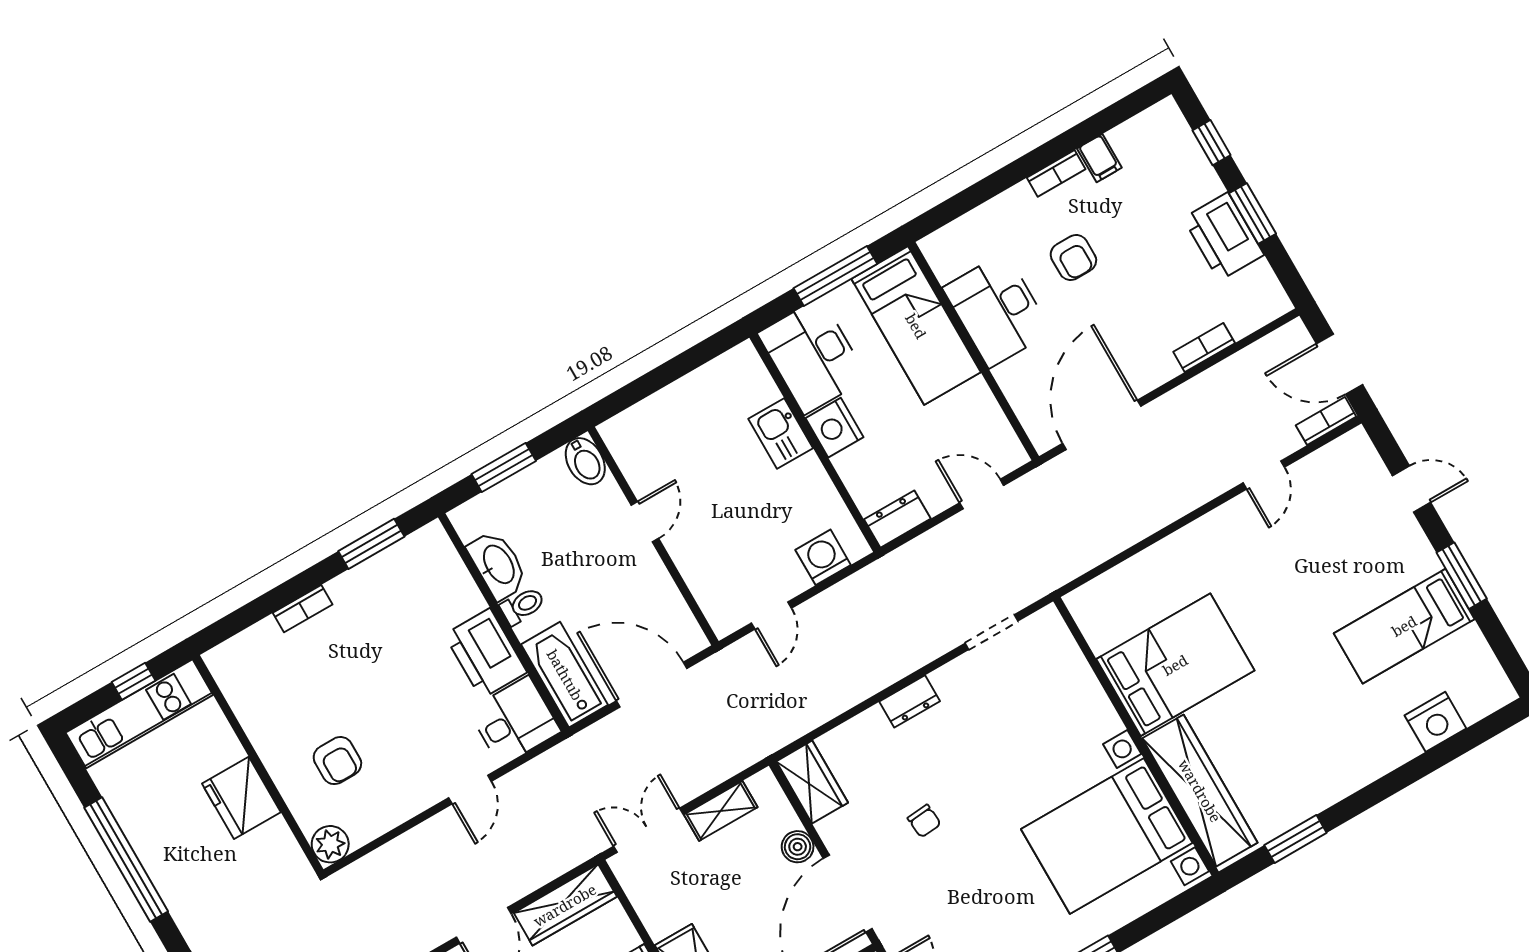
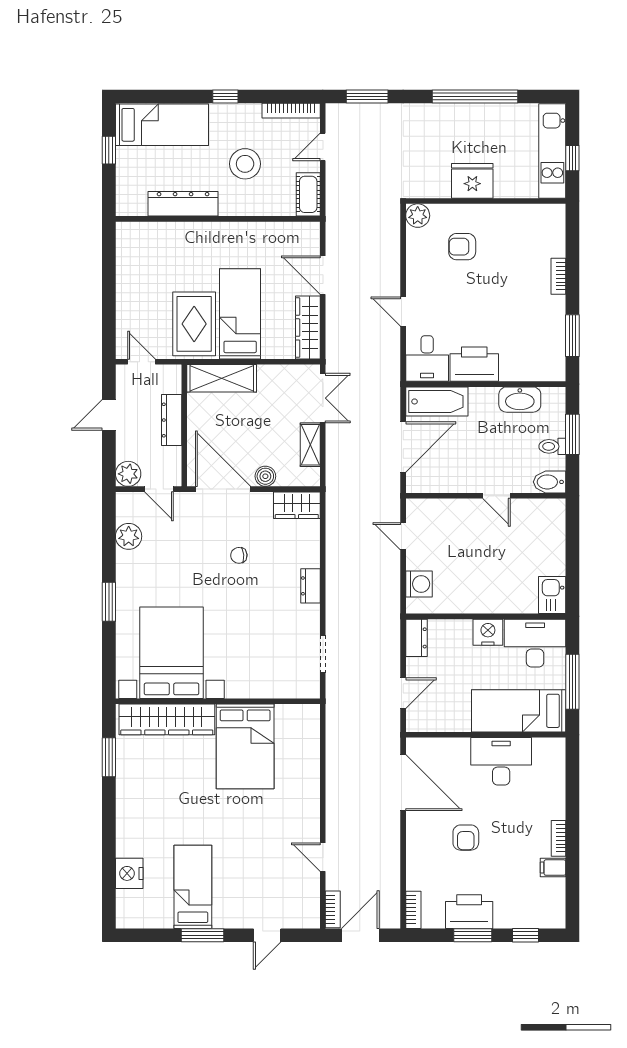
armchair: (1073, 258) -> (466, 838), moved, turned -90
bookcase: (1204, 347) -> (413, 910), moved
kitchen sink: (781, 434) -> (552, 595), moved, turned -90
toilet: (523, 606) -> (552, 446), moved, turned 90

